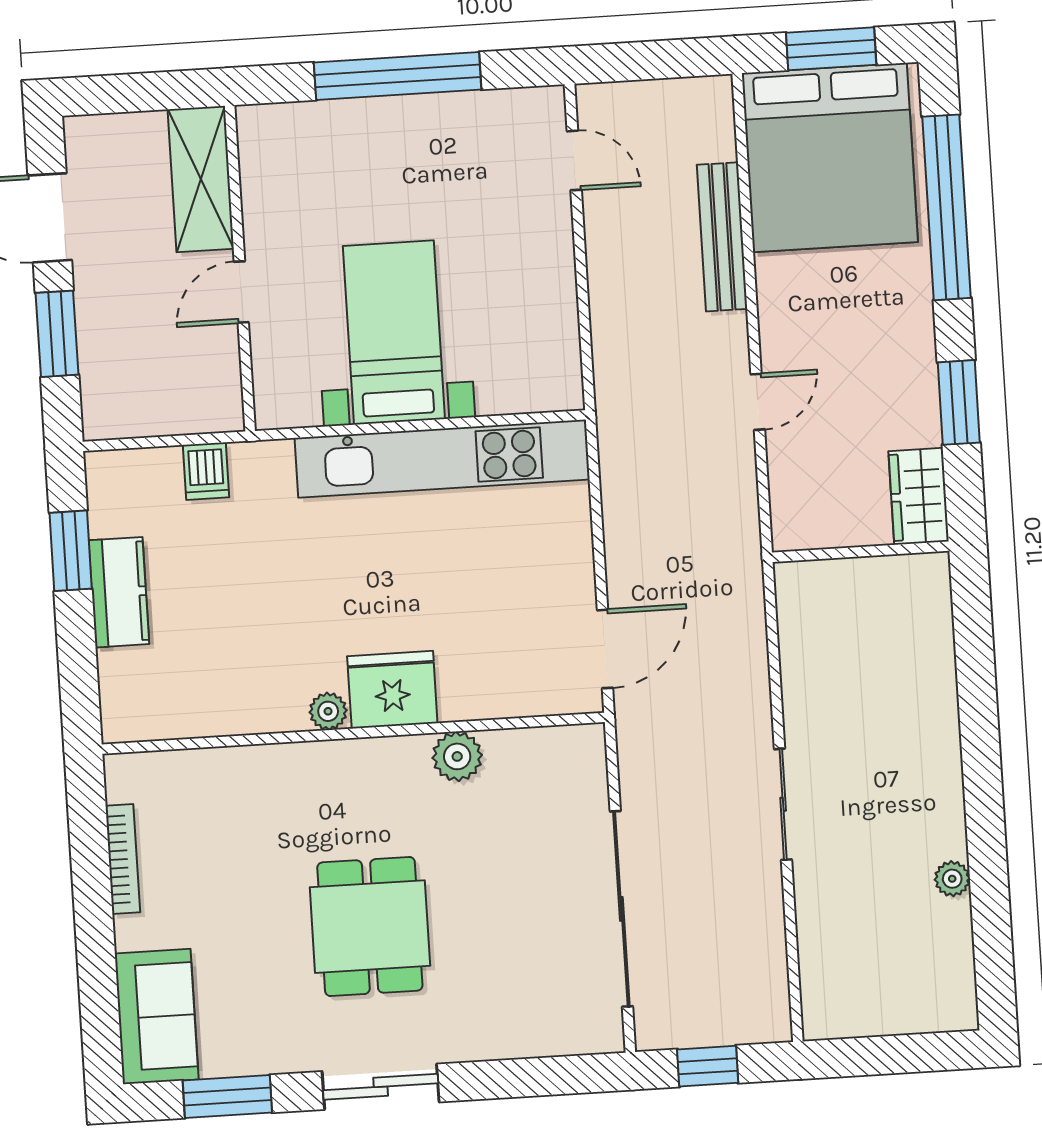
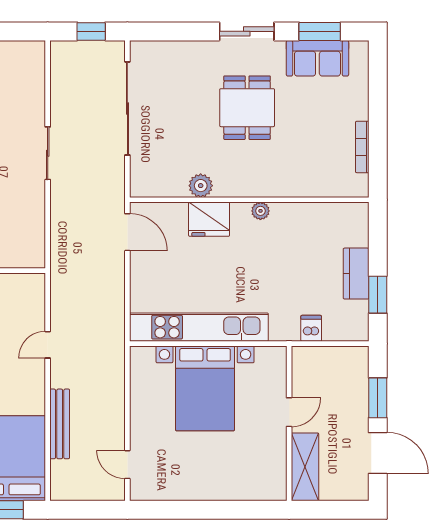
window: (398, 76) -> (209, 510), removed
bed with nightstands: (394, 332) -> (205, 388), width x1.36
door: (605, 649) -> (127, 232), swing flipped
fridge: (392, 690) -> (209, 219), moved
sofa: (157, 1016) -> (317, 58), moved, turned -90

